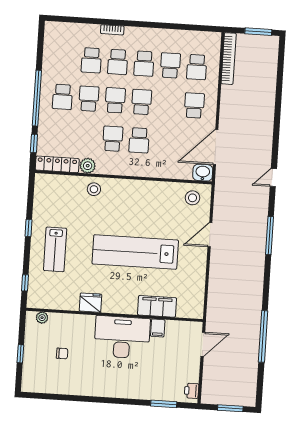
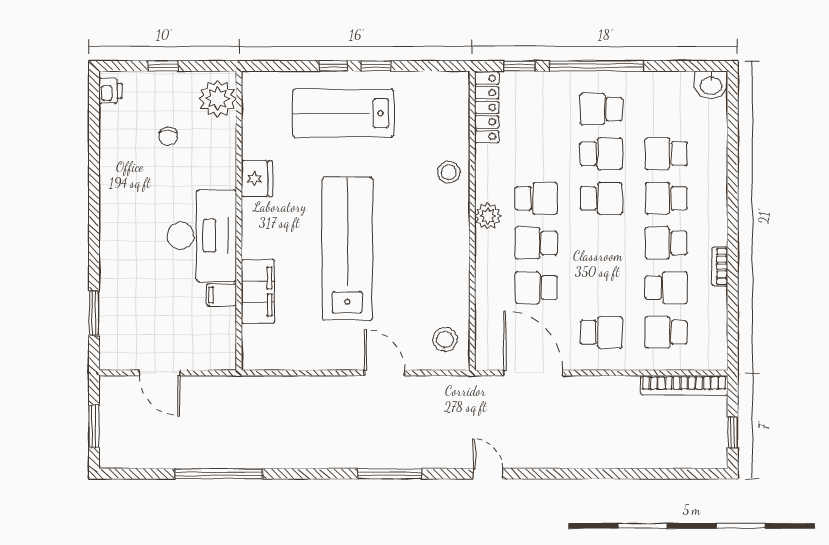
bookcase: (112, 30) -> (720, 267), moved
window: (258, 32) -> (733, 432), width x0.67
school desk: (142, 102) -> (536, 288), moved, turned 180
plant: (88, 166) -> (488, 216), moved
washbasin: (203, 173) -> (711, 85), moved, turned 90
lab bench: (55, 249) -> (343, 113), width x1.36, depth x1.39
window: (25, 283) -> (333, 66), moved
plant: (42, 318) -> (218, 99), width x1.87, depth x1.87
door: (203, 344) -> (160, 373), moved
printer: (192, 391) -> (110, 91), moved, turned 90

